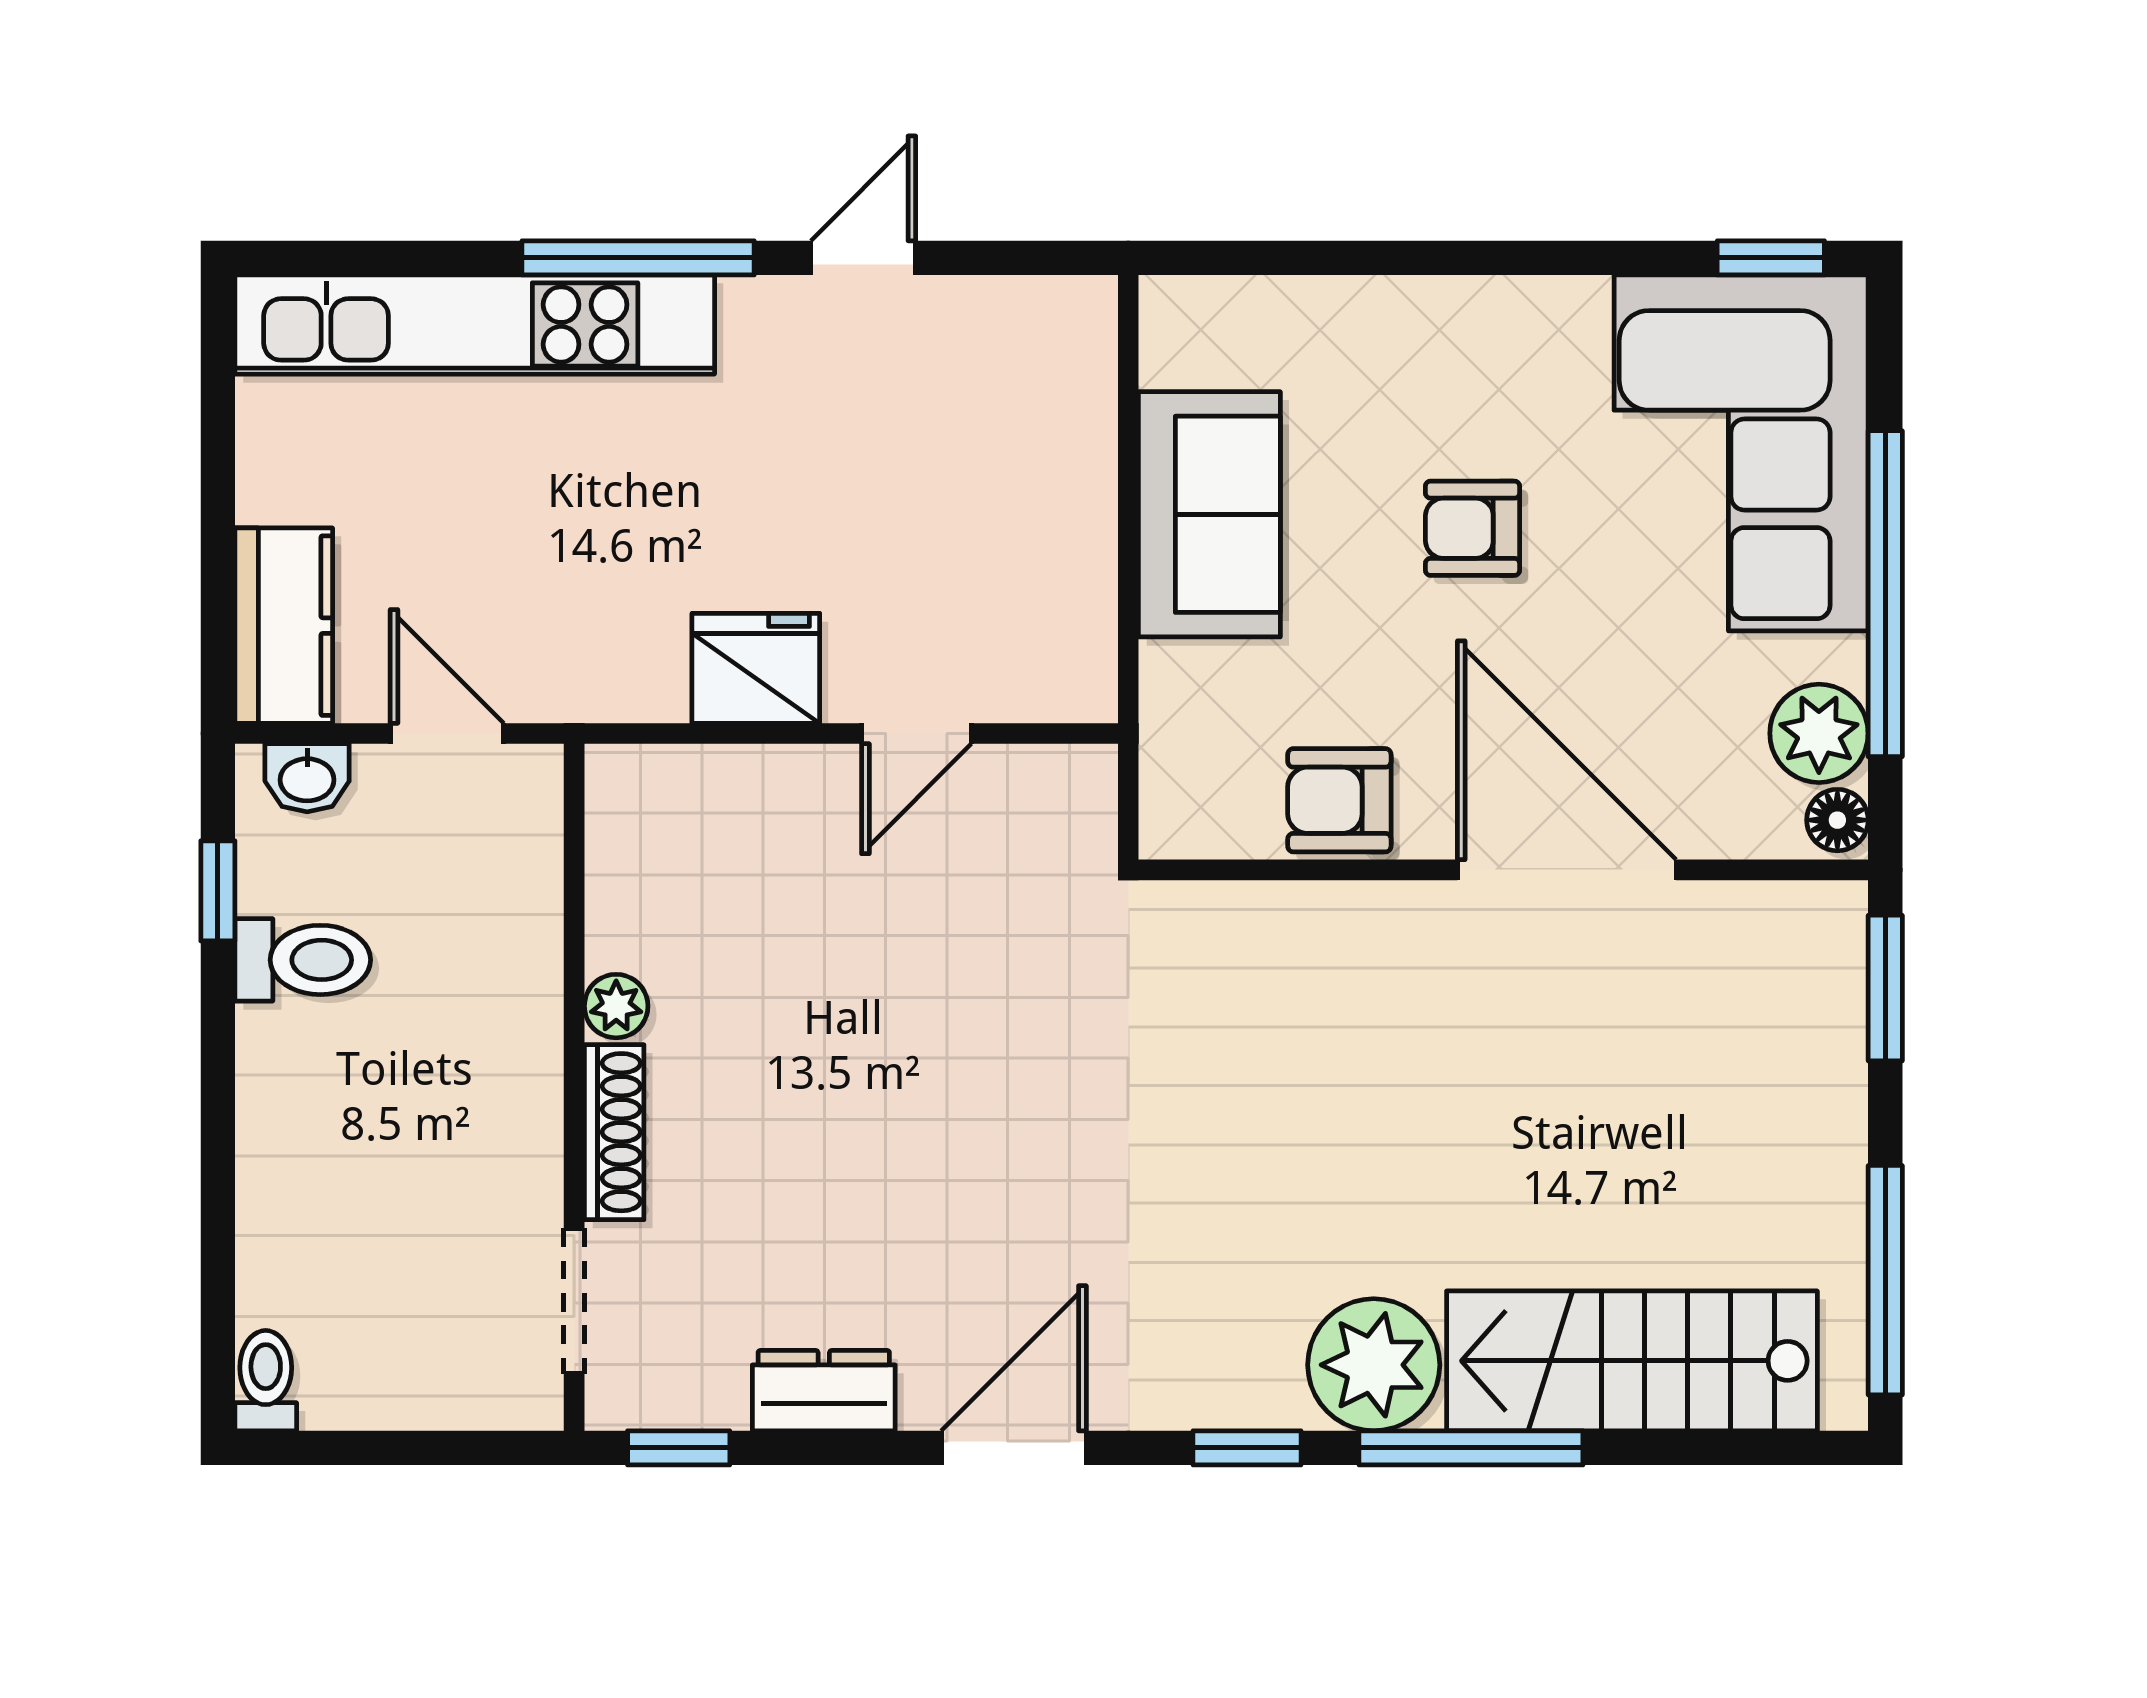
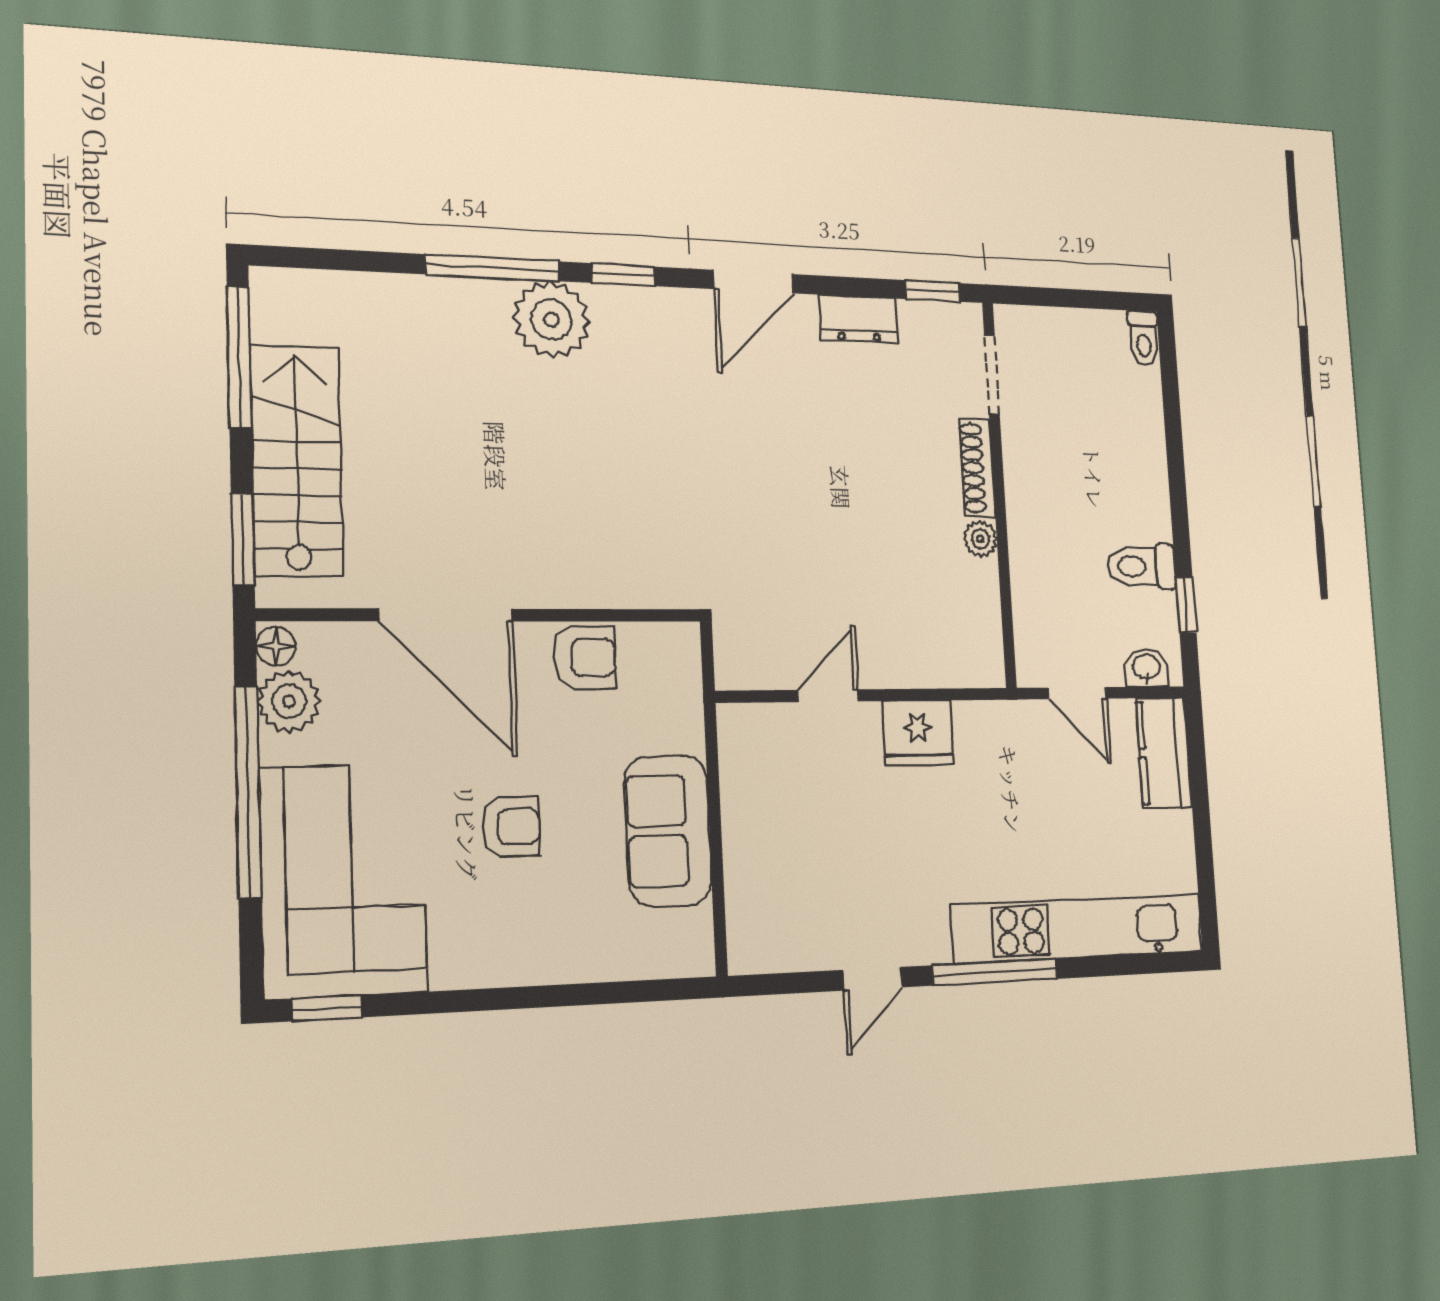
stairs: (1632, 1361) -> (297, 461), moved, turned -90

